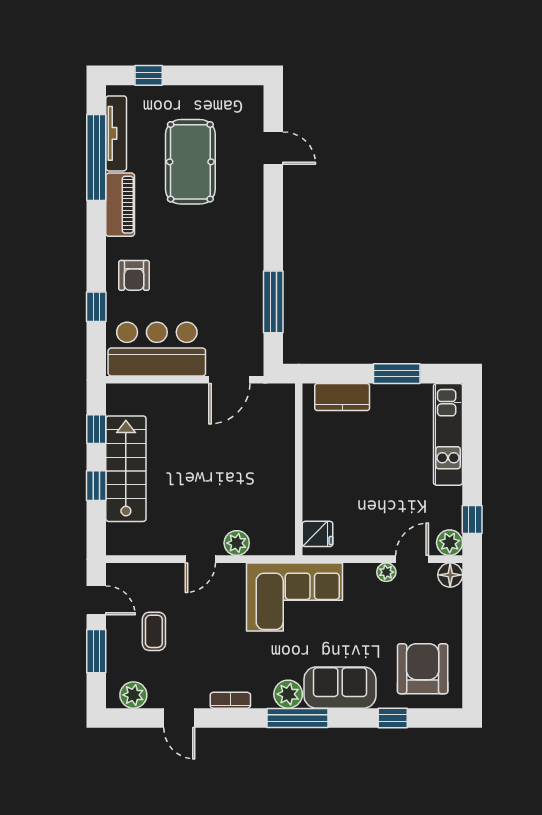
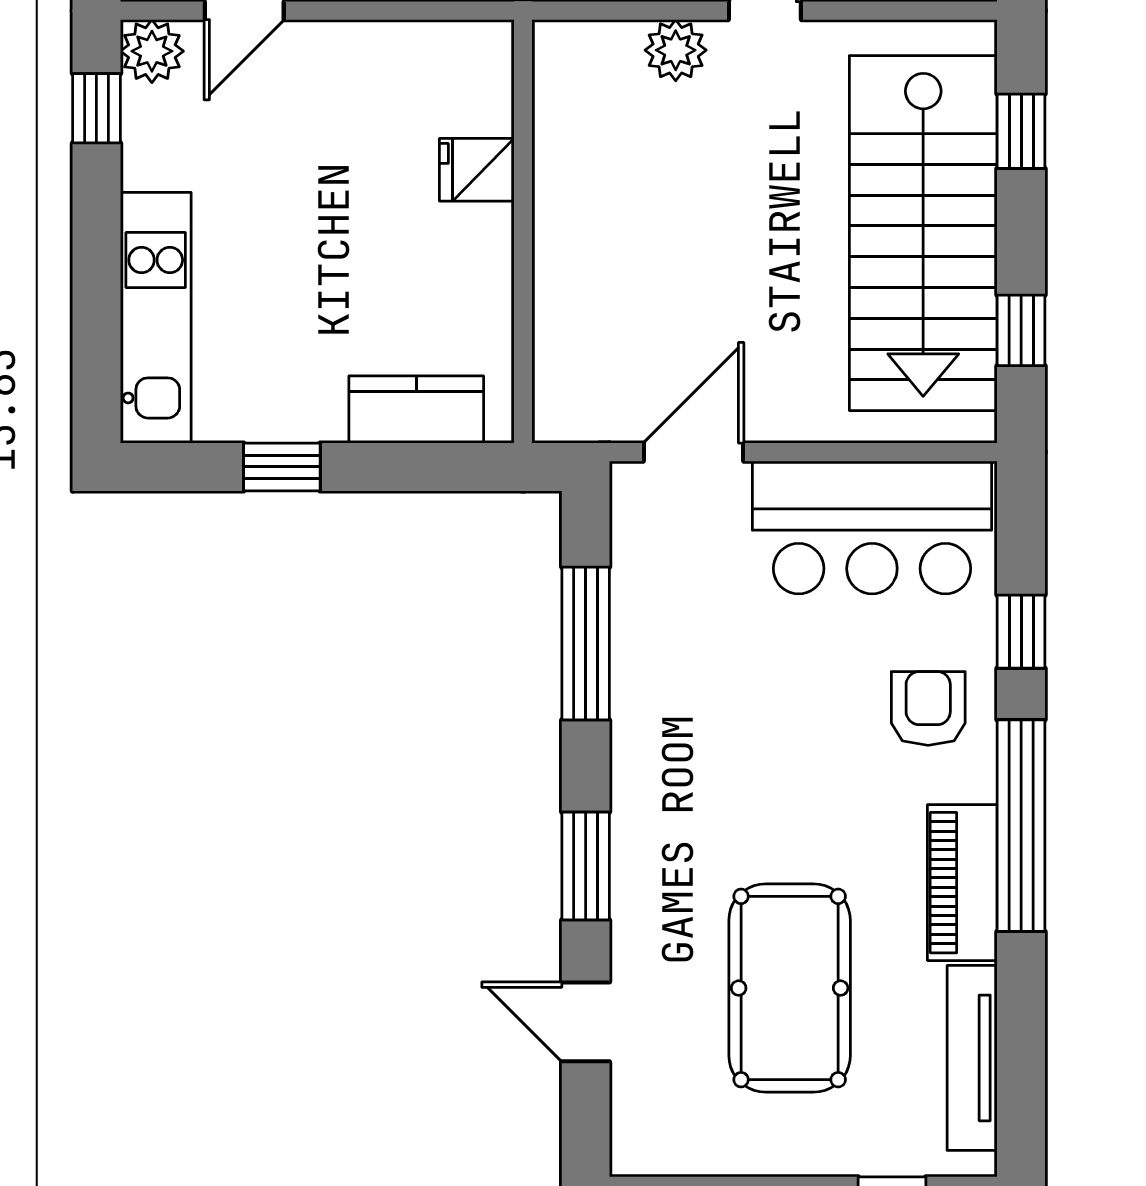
window: (96, 158) -> (1021, 826), moved
window: (273, 211) -> (586, 866), added
window: (397, 374) -> (282, 467), width x0.67
stairs: (126, 469) -> (923, 233), width x1.36, depth x1.51
window: (96, 486) -> (1021, 131), moved
fridge: (318, 534) -> (477, 170), moved

